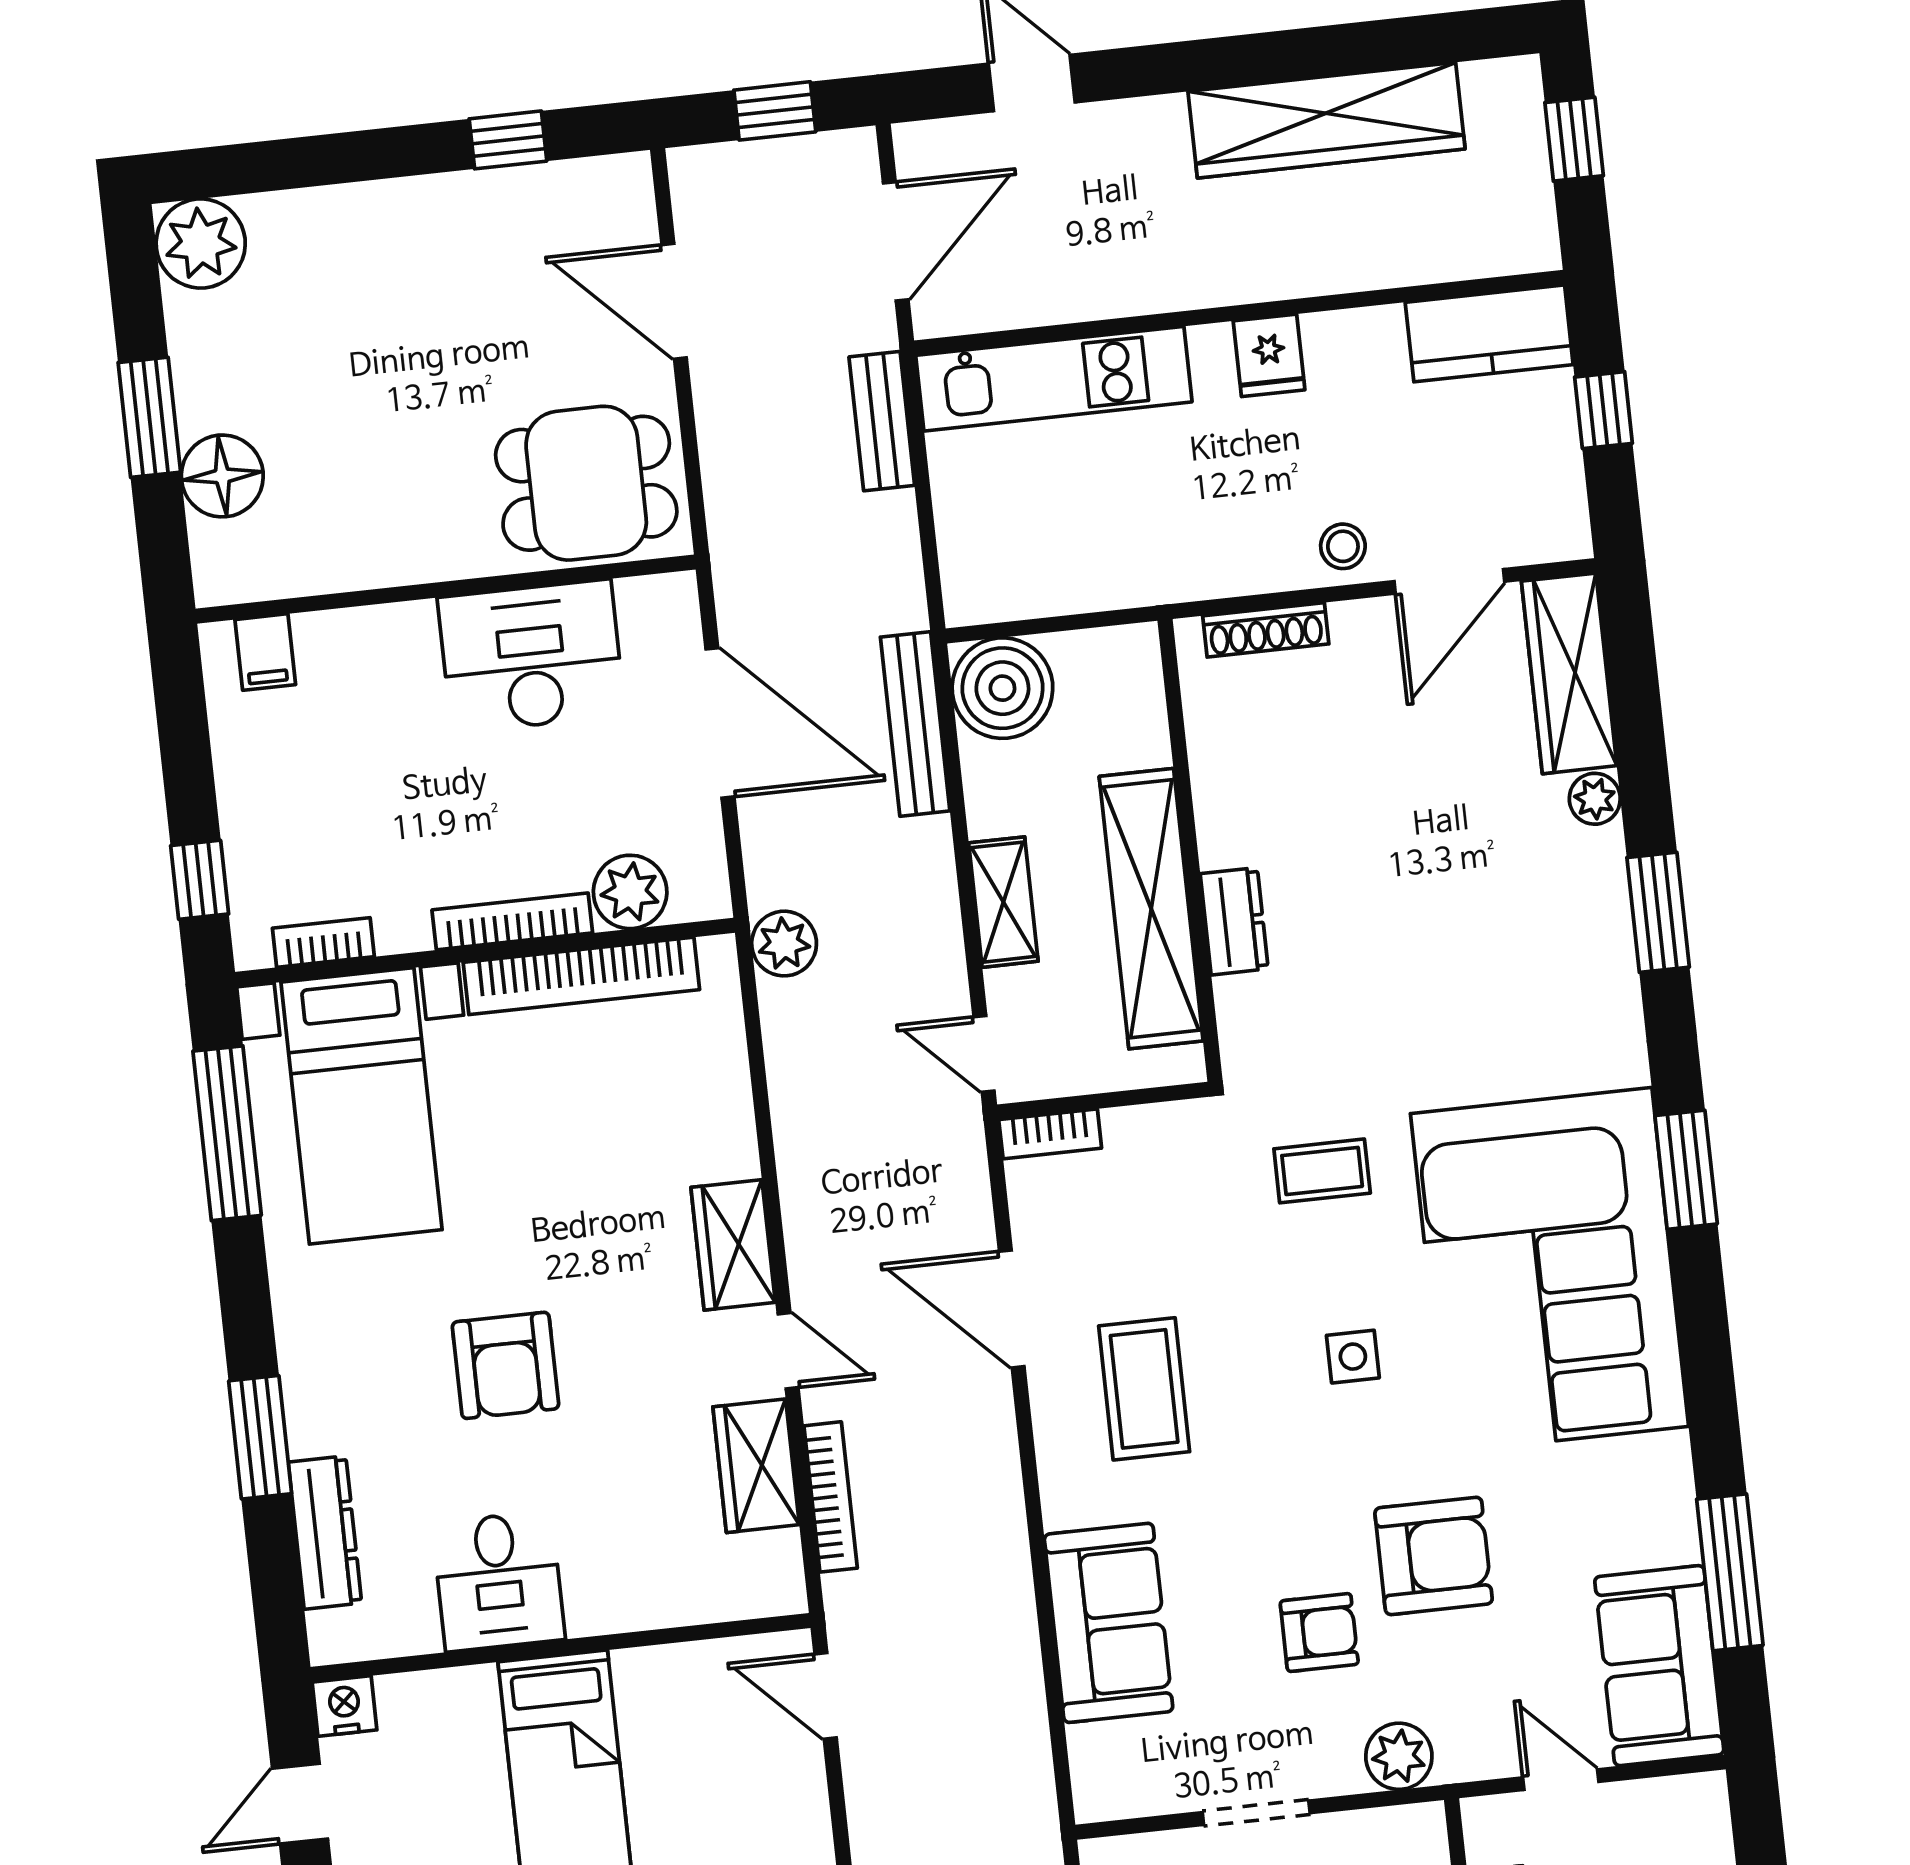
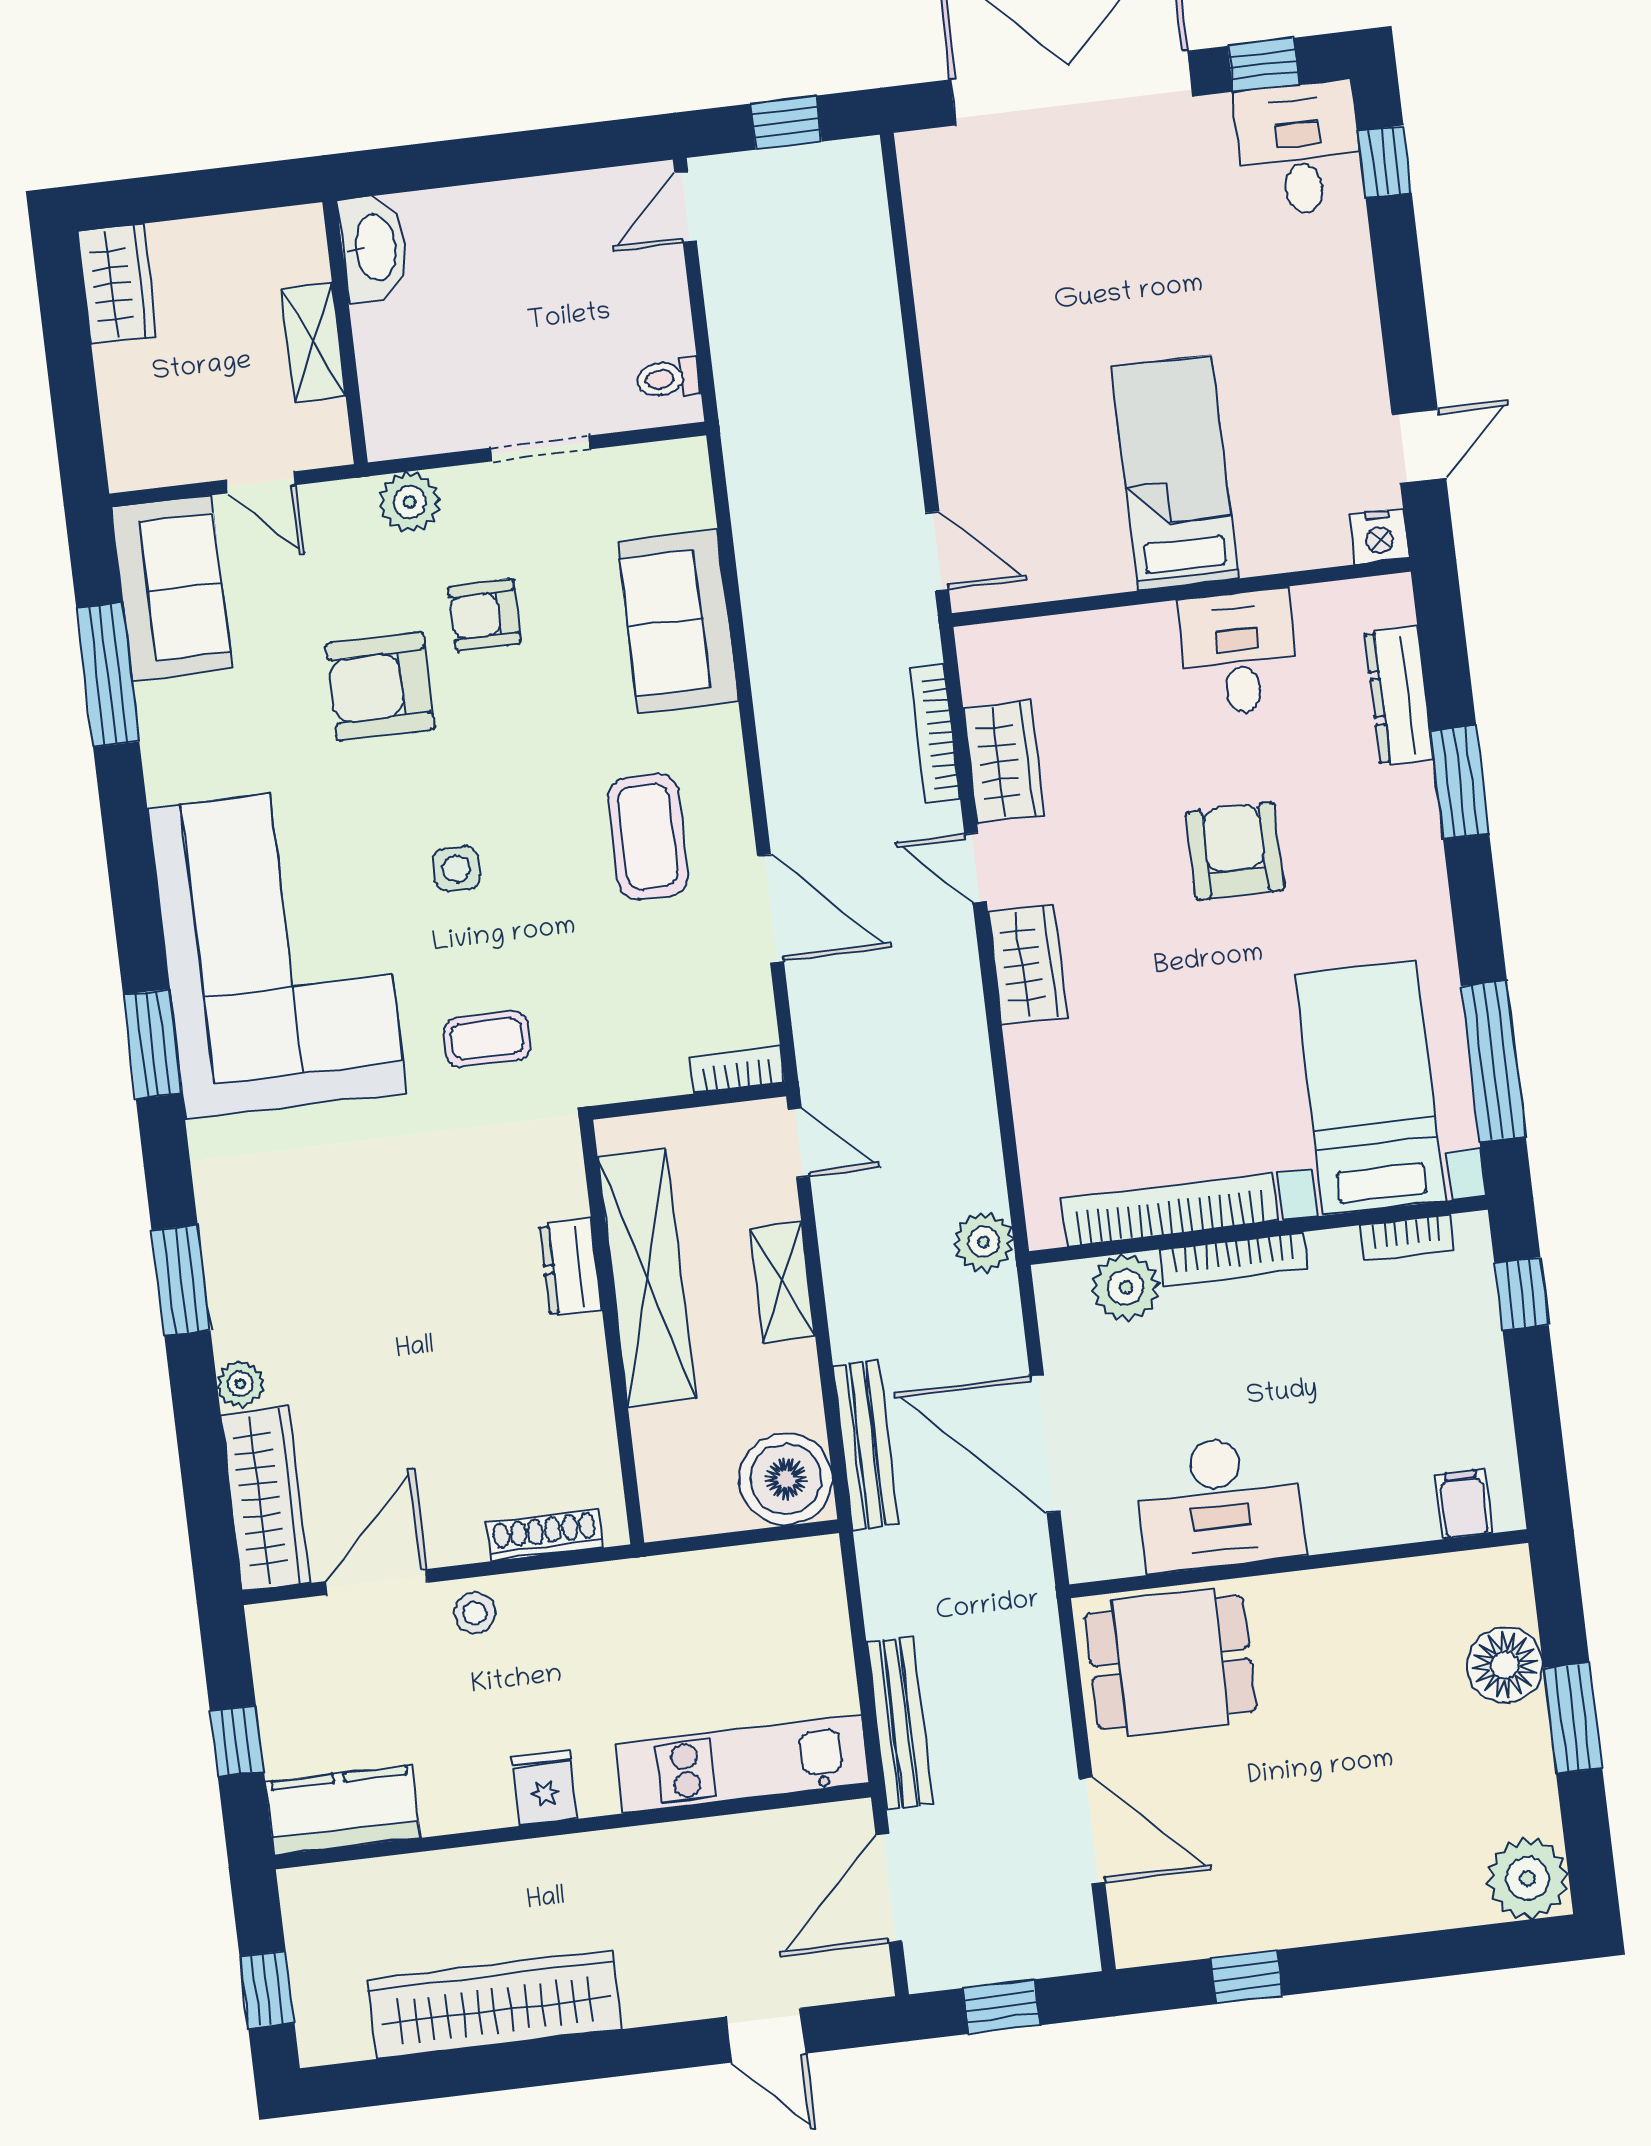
bench: (882, 421) -> (900, 1723), width x1.36

